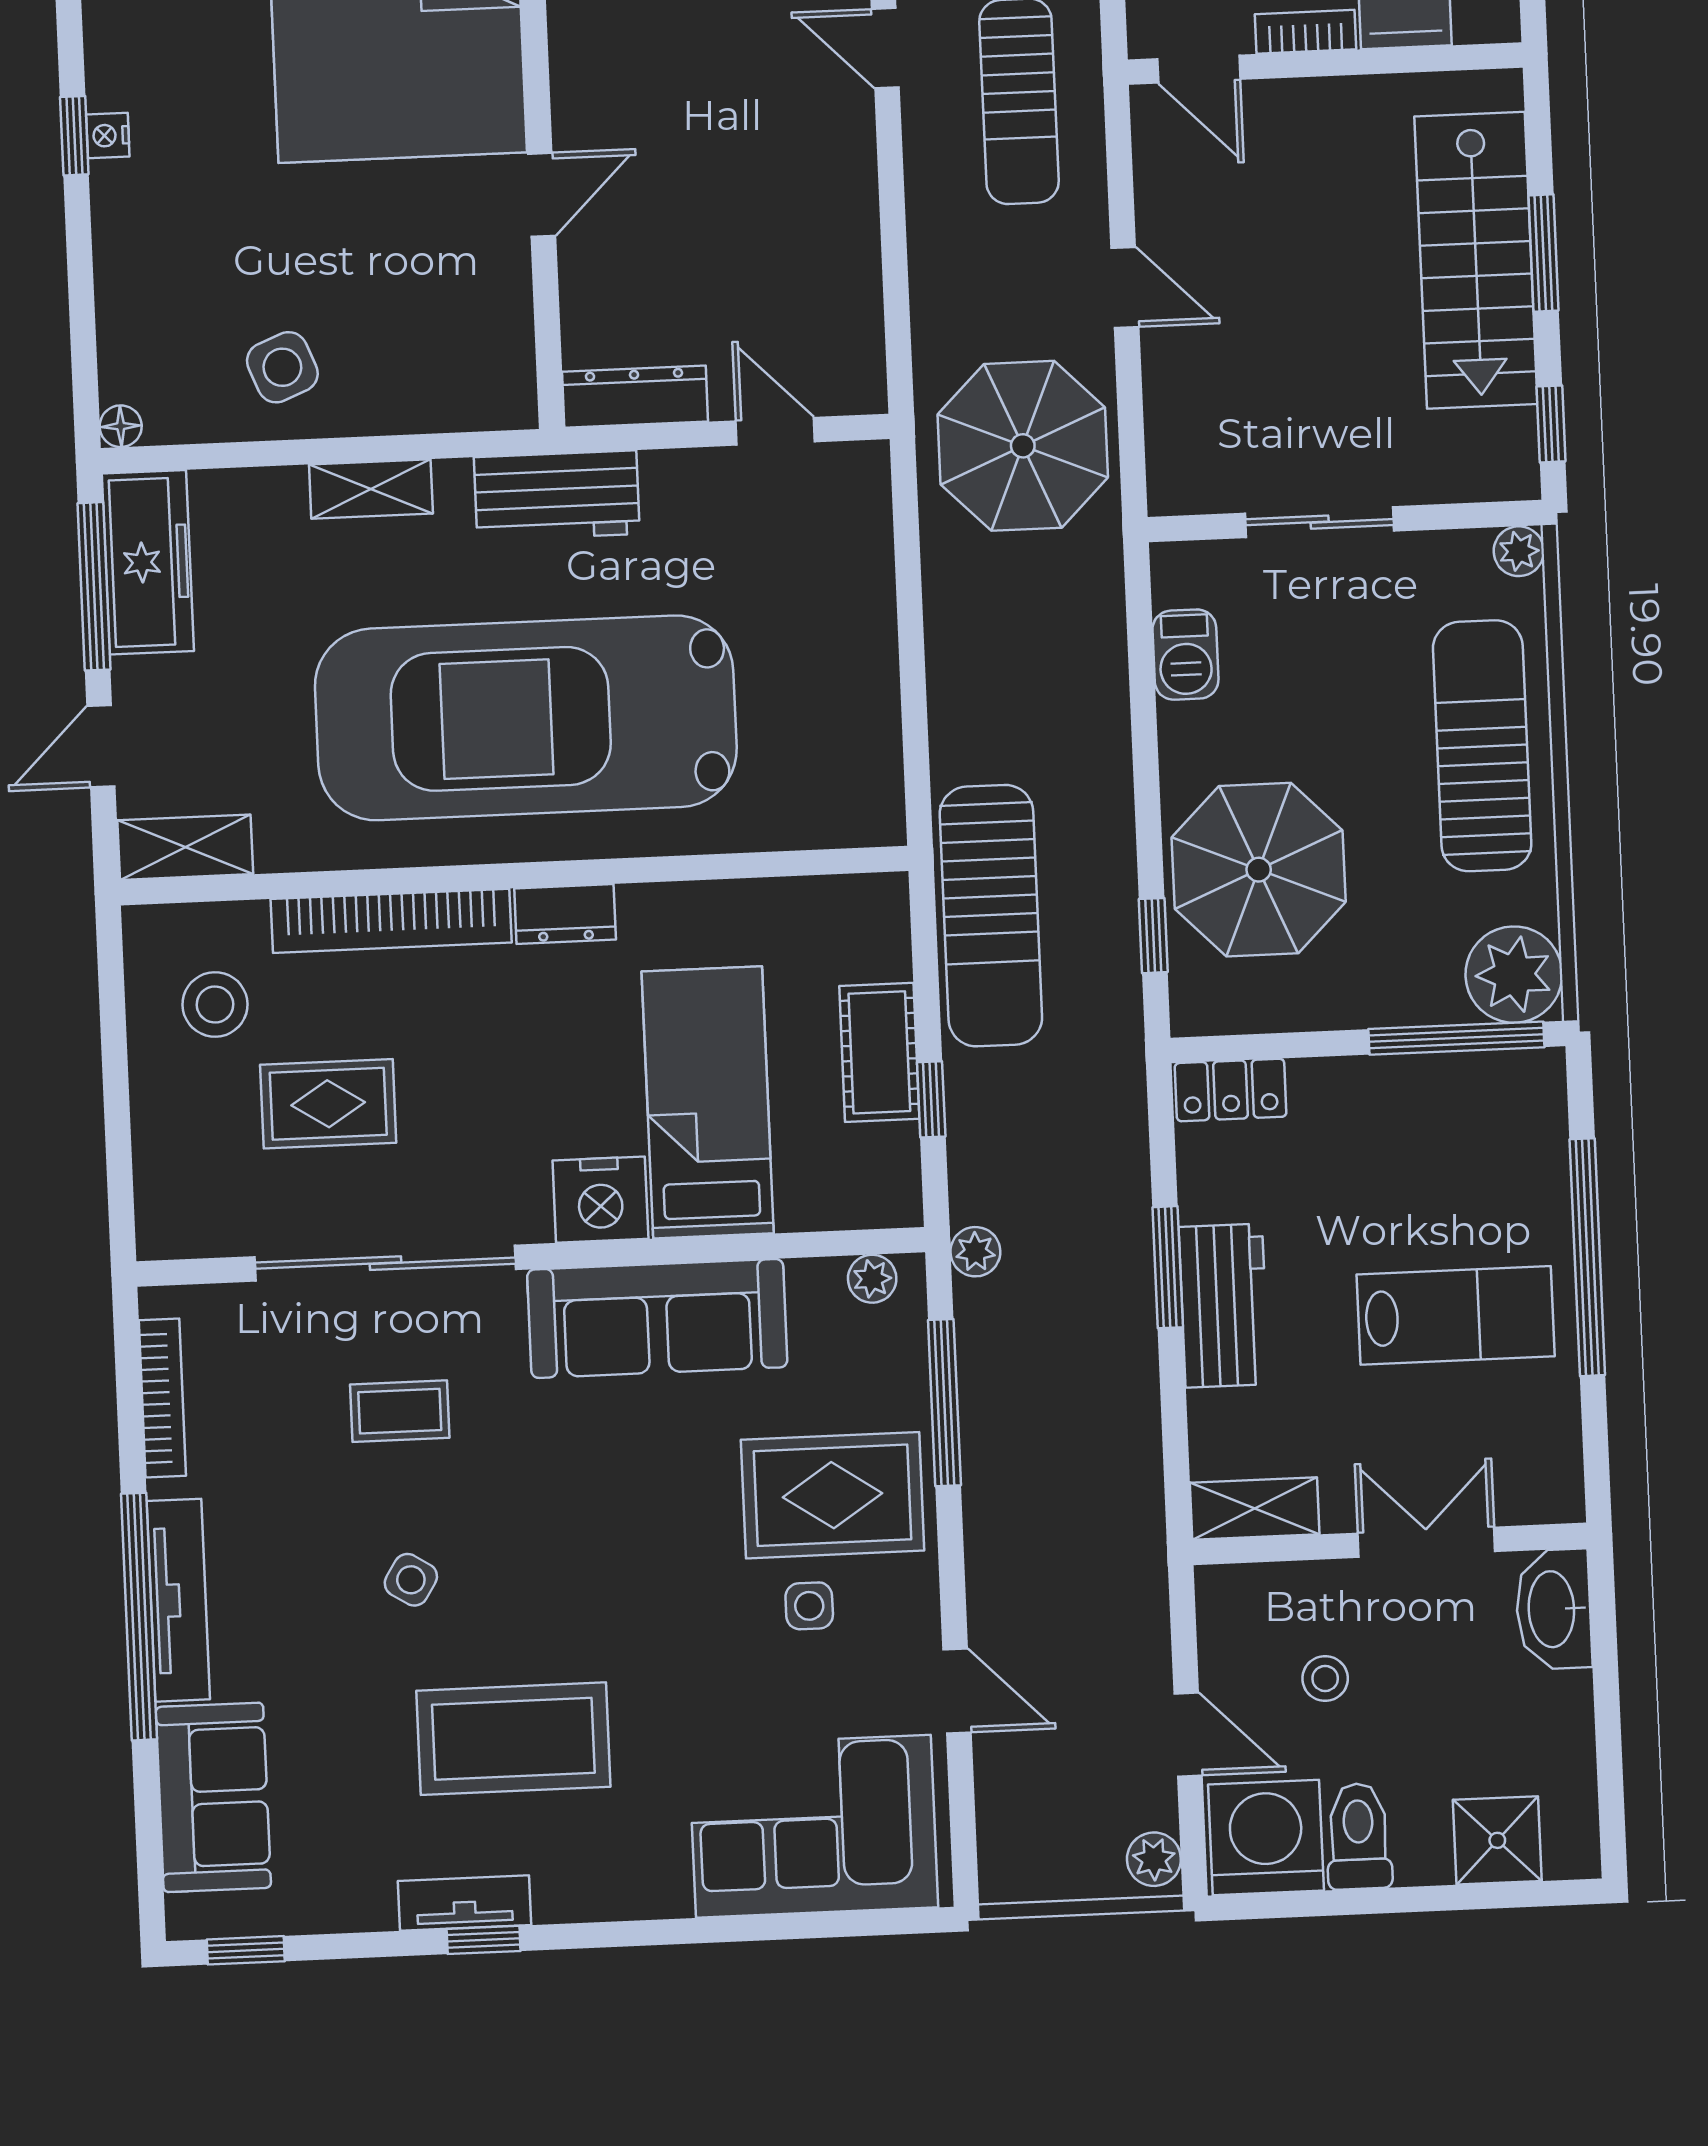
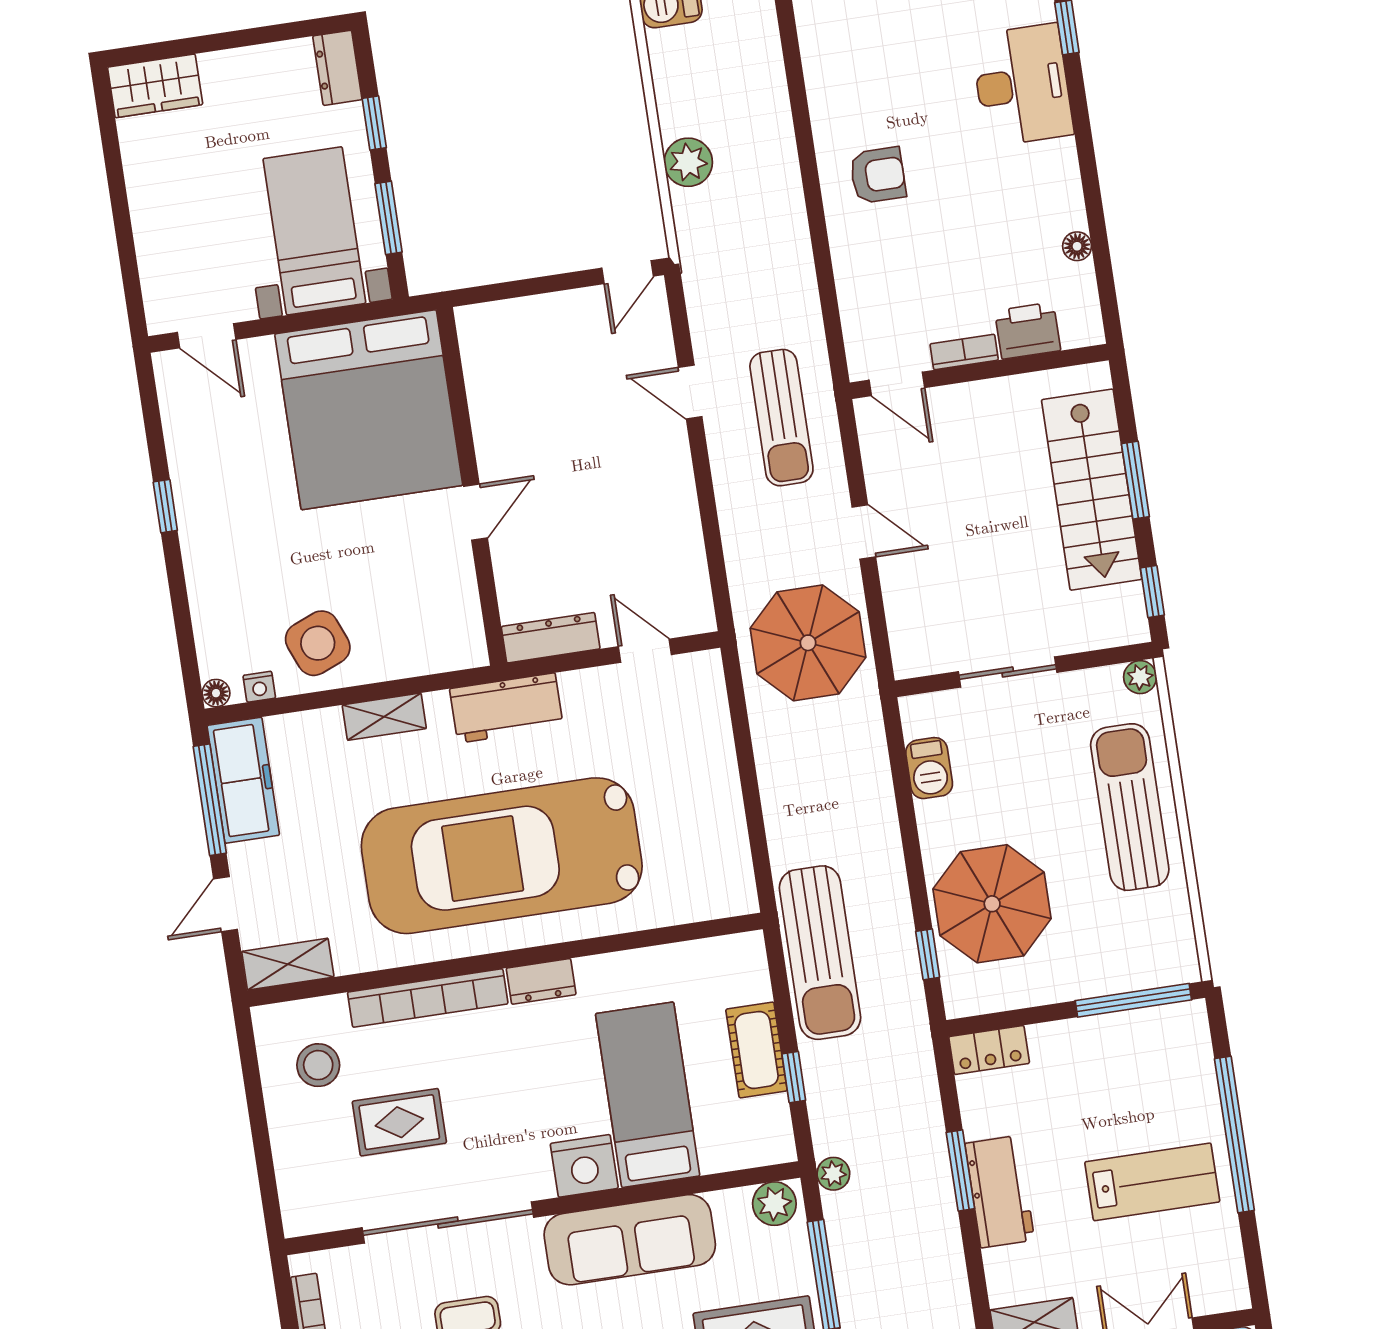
nightstand: (108, 136) -> (259, 687), moved, turned -90
side table: (282, 367) -> (318, 643), width x1.37, depth x1.37
plant: (1514, 975) -> (1167, 955), removed
plant: (872, 1279) -> (774, 1204), width x1.38, depth x1.38

